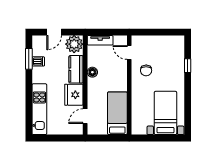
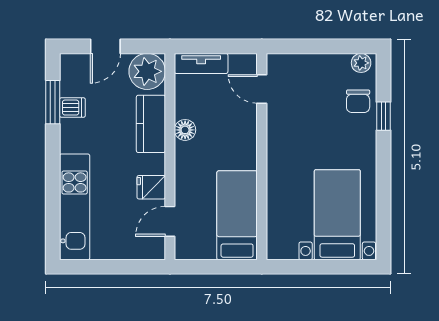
plant: (177, 40) -> (361, 63), added
chair: (146, 70) -> (358, 101), moved
fridge: (74, 95) -> (151, 187), width x0.53, depth x0.75

